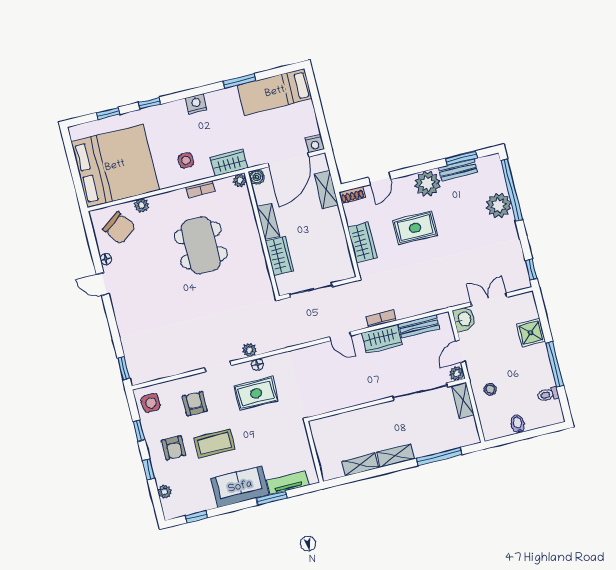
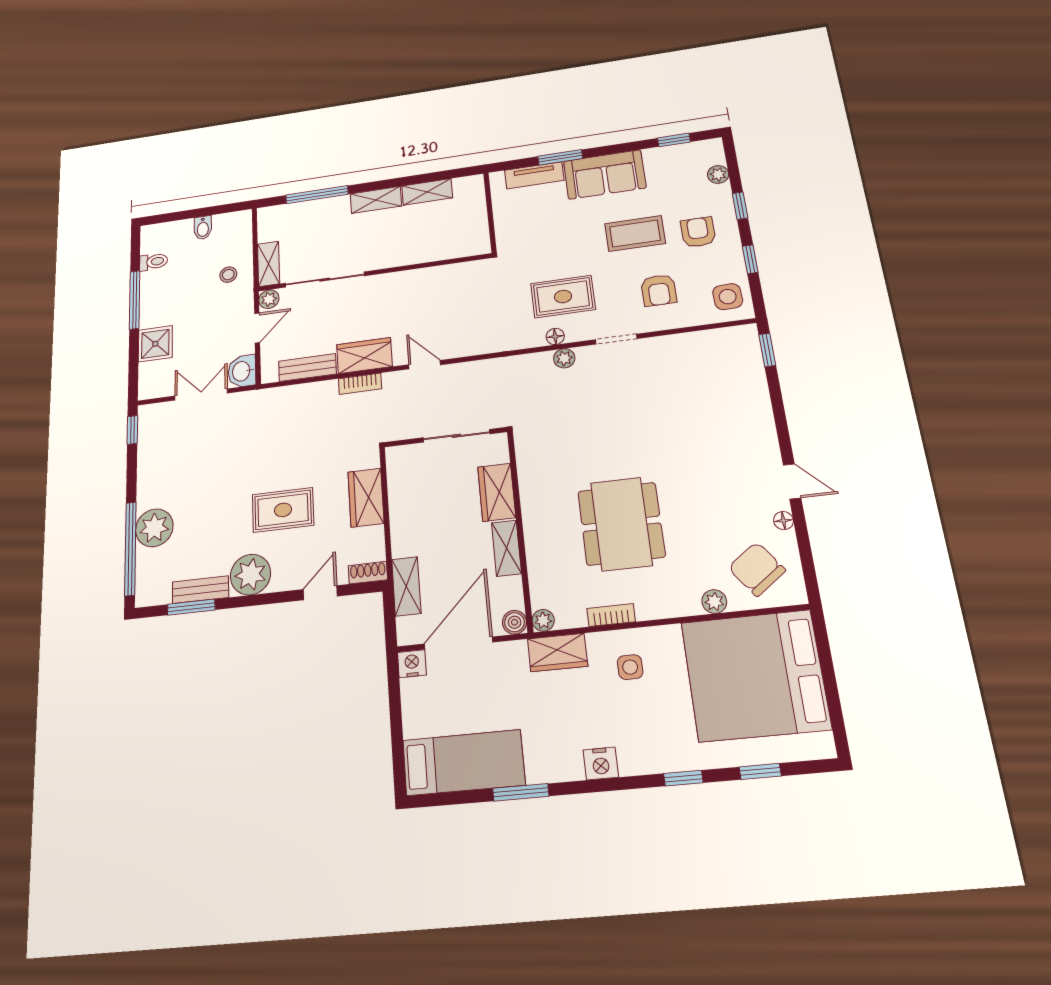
double door: (489, 300) -> (201, 395), swing flipped

